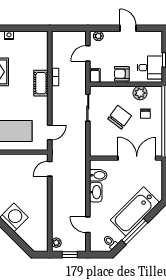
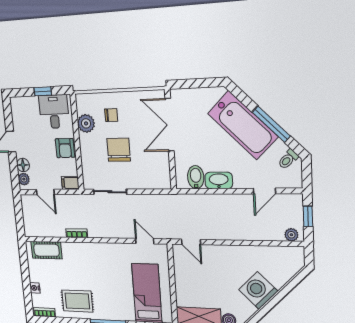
floor lamp: (109, 37) -> (23, 165), added
cot: (41, 83) -> (46, 250), moved
chair: (120, 117) -> (119, 150), turned 53

